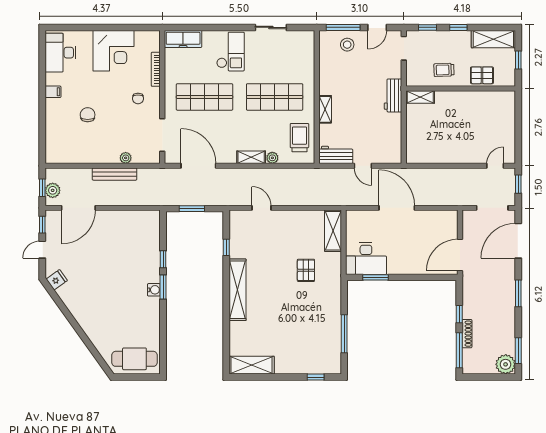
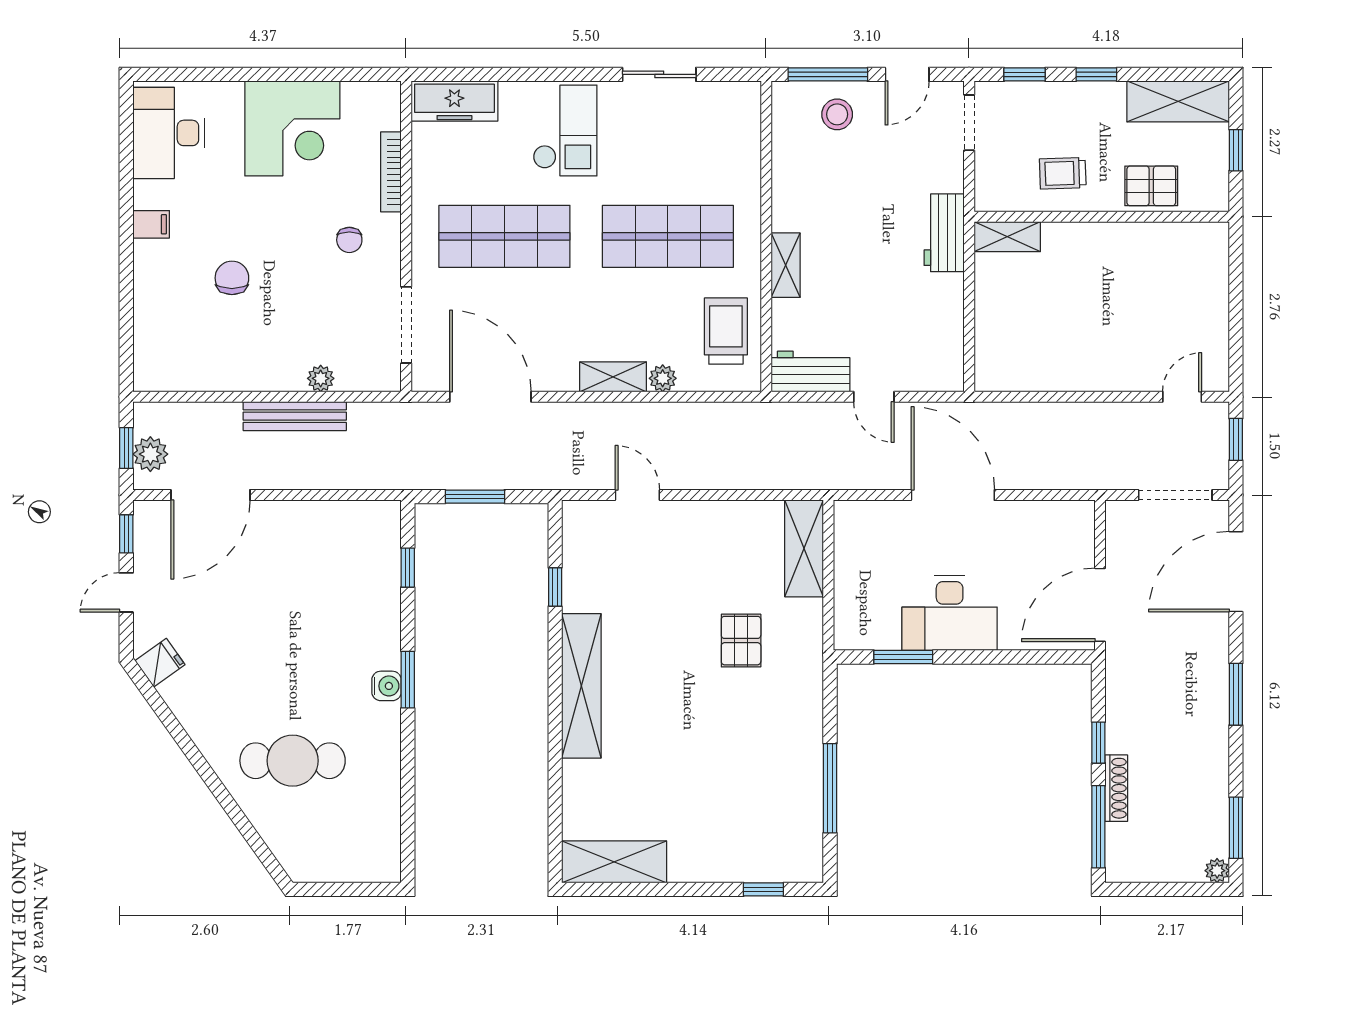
window: (163, 259) -> (408, 568), moved
desk: (366, 259) -> (950, 613), moved
cafe table: (134, 359) -> (293, 761), moved
plant: (506, 364) -> (1217, 871), width x0.53, depth x0.53

